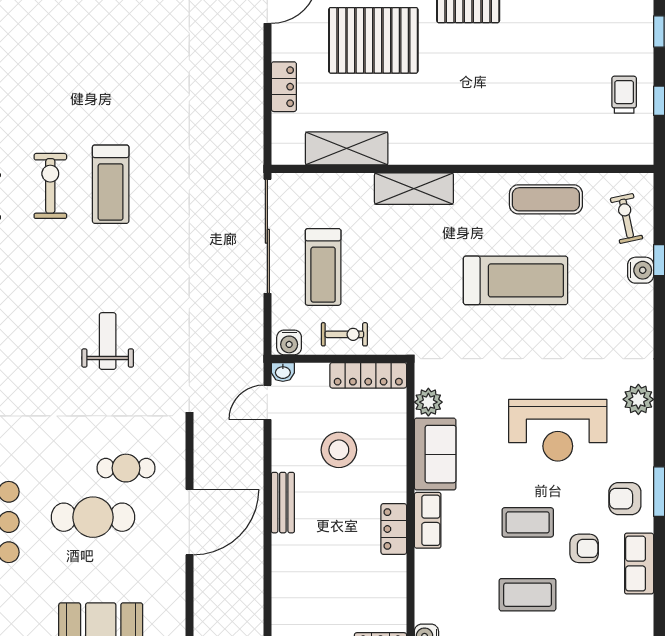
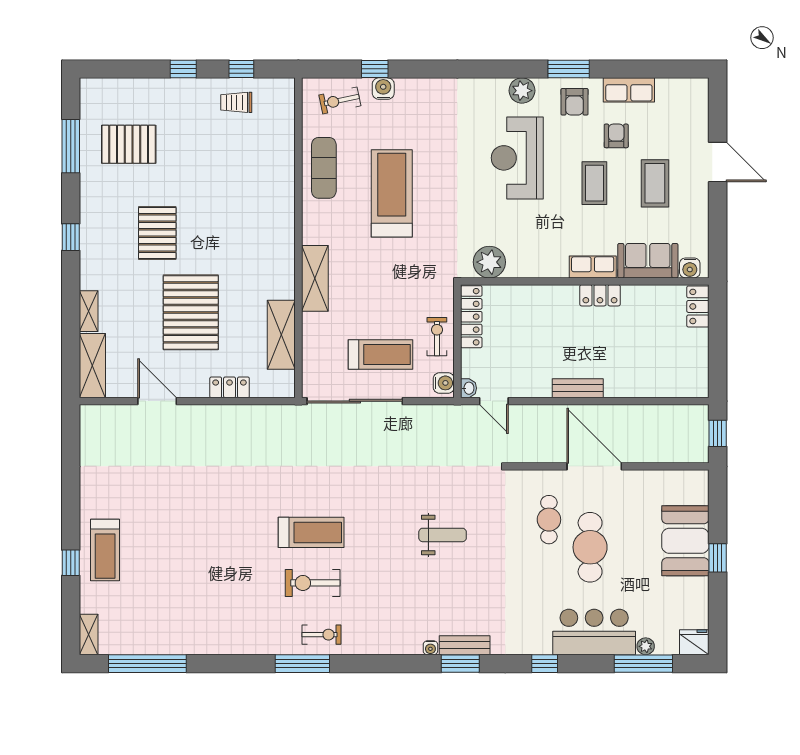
weight bench: (108, 341) -> (443, 535), turned 180
plant: (638, 399) -> (522, 91), moved
plant: (428, 402) -> (489, 262), width x1.36, depth x1.36
reception desk: (558, 430) -> (517, 158), turned 180
stool: (339, 450) -> (534, 341), removed
sofa: (435, 454) -> (648, 261), moved

